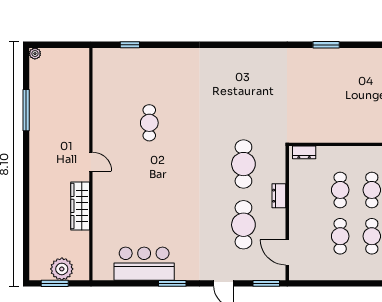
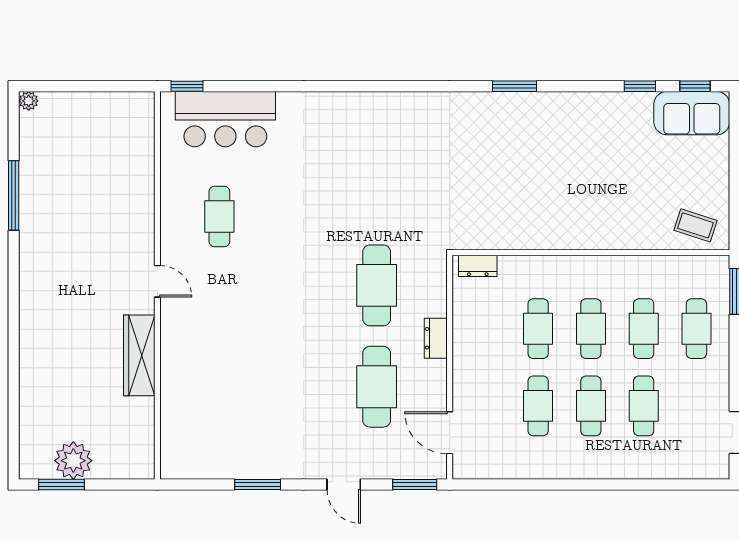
door: (91, 162) -> (157, 281), moved
wall: (91, 164) -> (157, 285), moved
wardrobe: (80, 206) -> (139, 355), moved
bar counter: (144, 264) -> (225, 119), moved, turned 180

